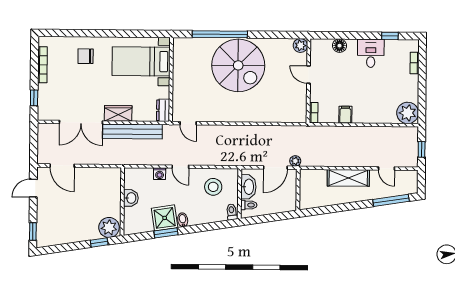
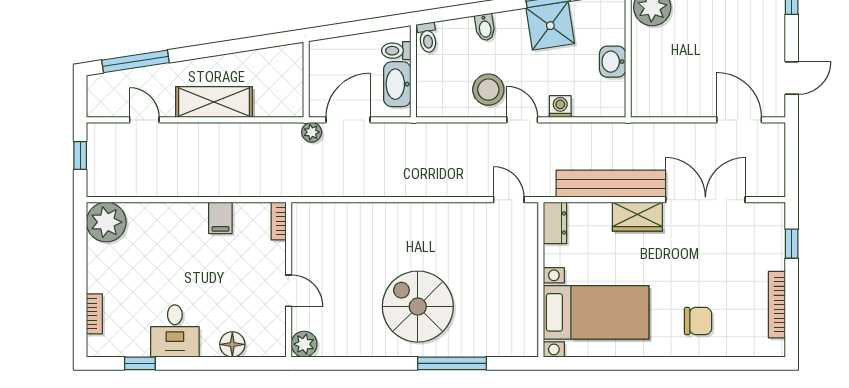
window: (220, 34) -> (452, 363), width x0.68
spiral stairs: (238, 65) -> (418, 307), width x0.73, depth x0.73
stool: (213, 187) -> (488, 90), moved
bidet: (183, 220) -> (485, 27), moved

